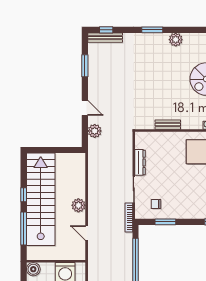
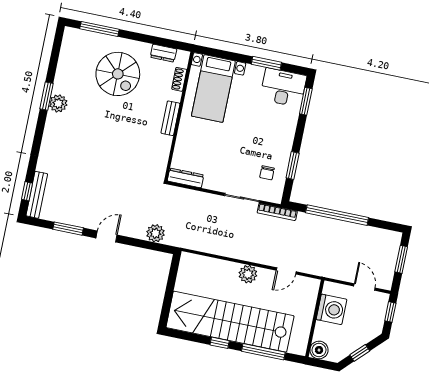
window: (152, 30) -> (47, 96), moved
door: (85, 108) -> (107, 236), moved
bench: (168, 125) -> (170, 118), moved
dresser: (140, 162) -> (186, 178), moved

